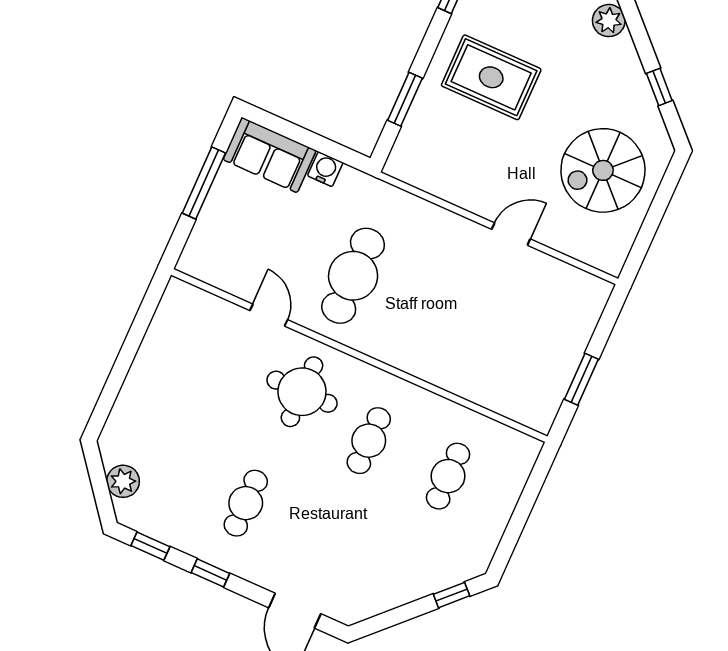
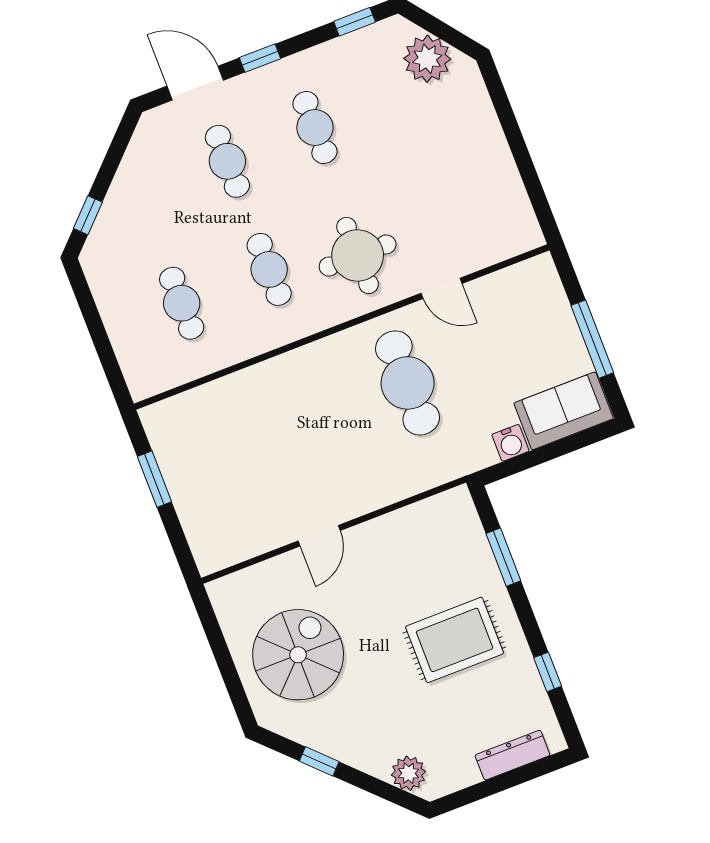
plant: (123, 481) -> (427, 59), width x1.36, depth x1.36
cafe table: (325, 539) -> (227, 161), added
window: (210, 573) -> (260, 58), moved

